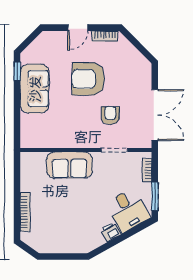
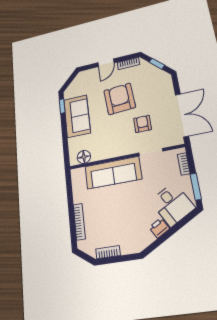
window: (138, 45) -> (157, 64), added
armchair: (88, 79) -> (120, 99), turned 86
floor lamp: (38, 140) -> (84, 157), added
sofa: (69, 165) -> (113, 173), width x1.36
bookcase: (53, 248) -> (108, 252), added

